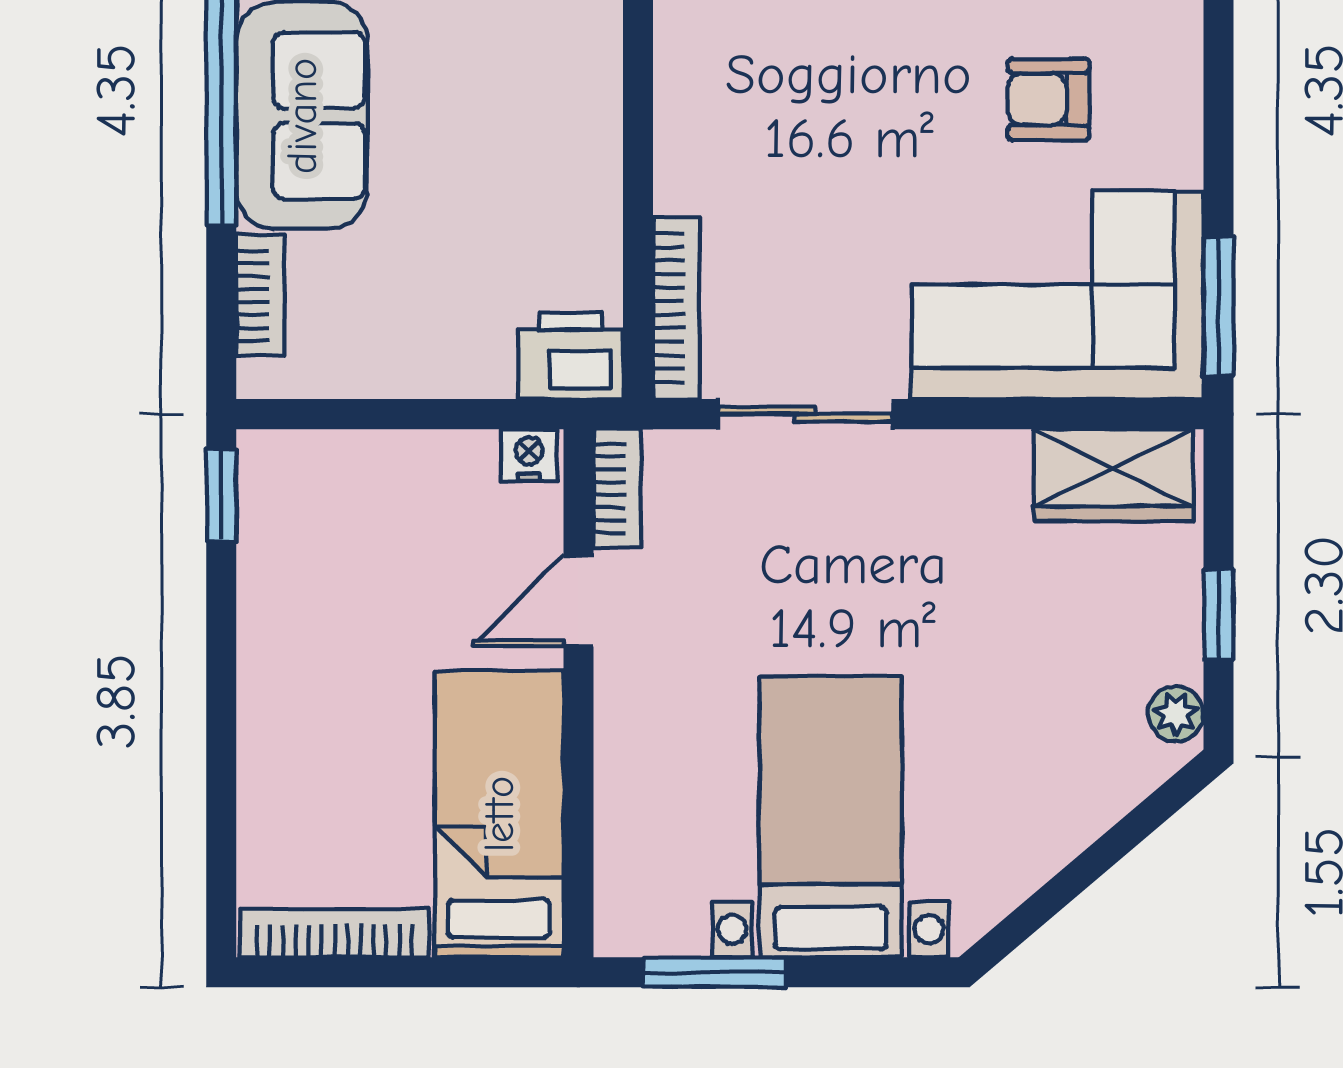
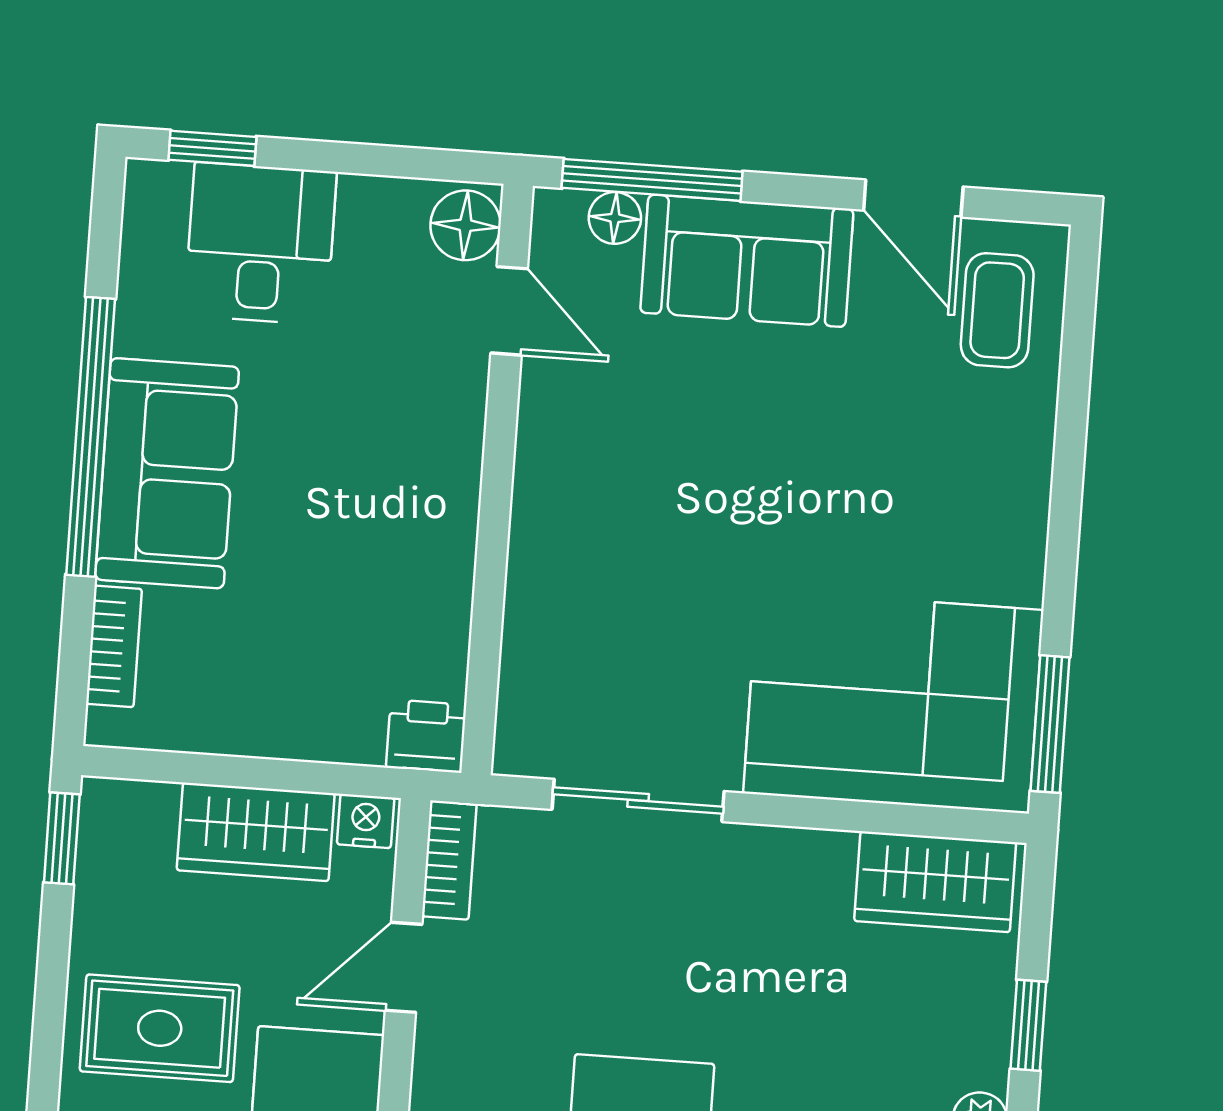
armchair: (1049, 99) -> (898, 510), removed
bookcase: (676, 308) -> (520, 687), removed
printer: (571, 356) -> (426, 736), width x0.73, depth x0.81
wardrobe: (418, 474) -> (256, 832), added
rug: (335, 681) -> (160, 1028), added

